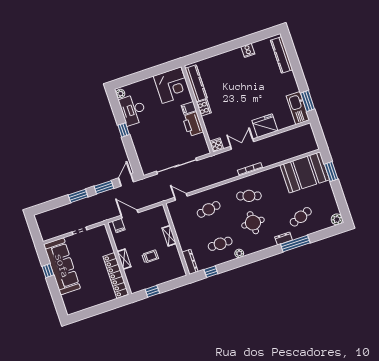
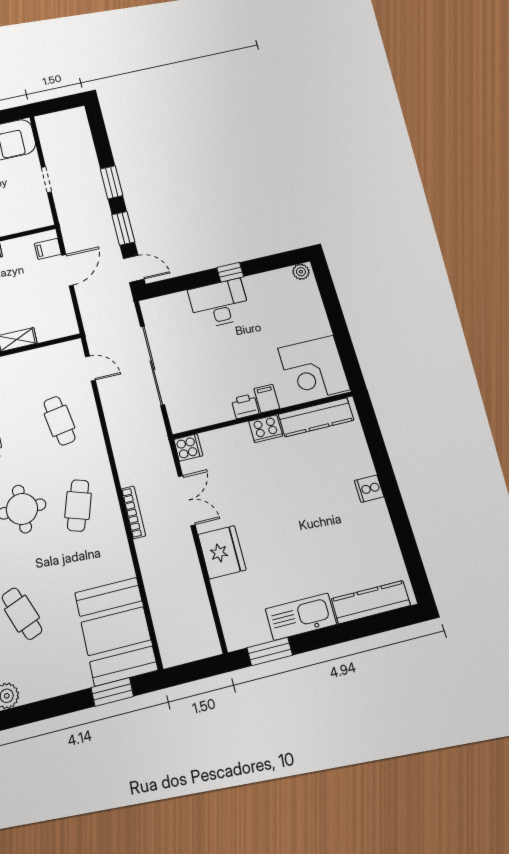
cooker: (248, 50) -> (369, 489), moved
kitchen sink: (298, 108) -> (301, 617), moved
desk: (133, 110) -> (219, 304), moved
printer: (193, 124) -> (245, 406), width x0.53, depth x0.68
door: (181, 197) -> (90, 368), hinge flipped

